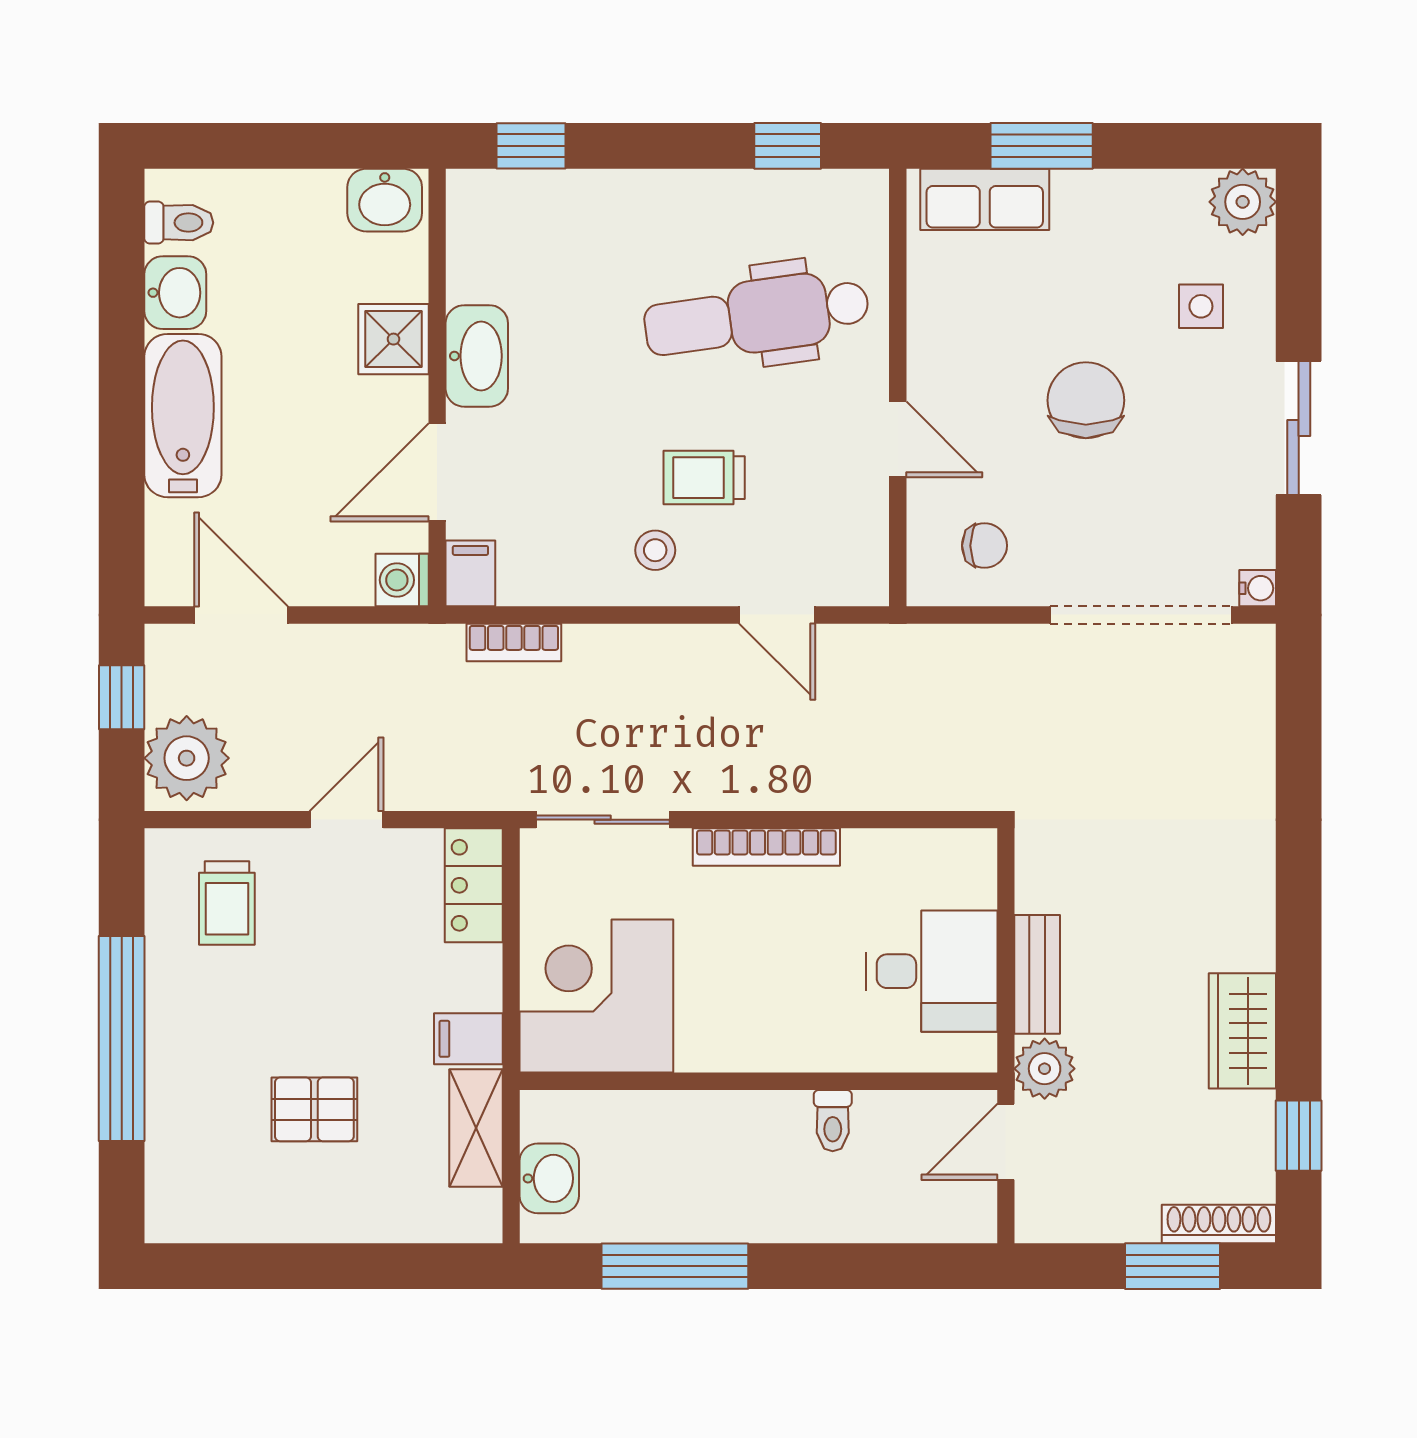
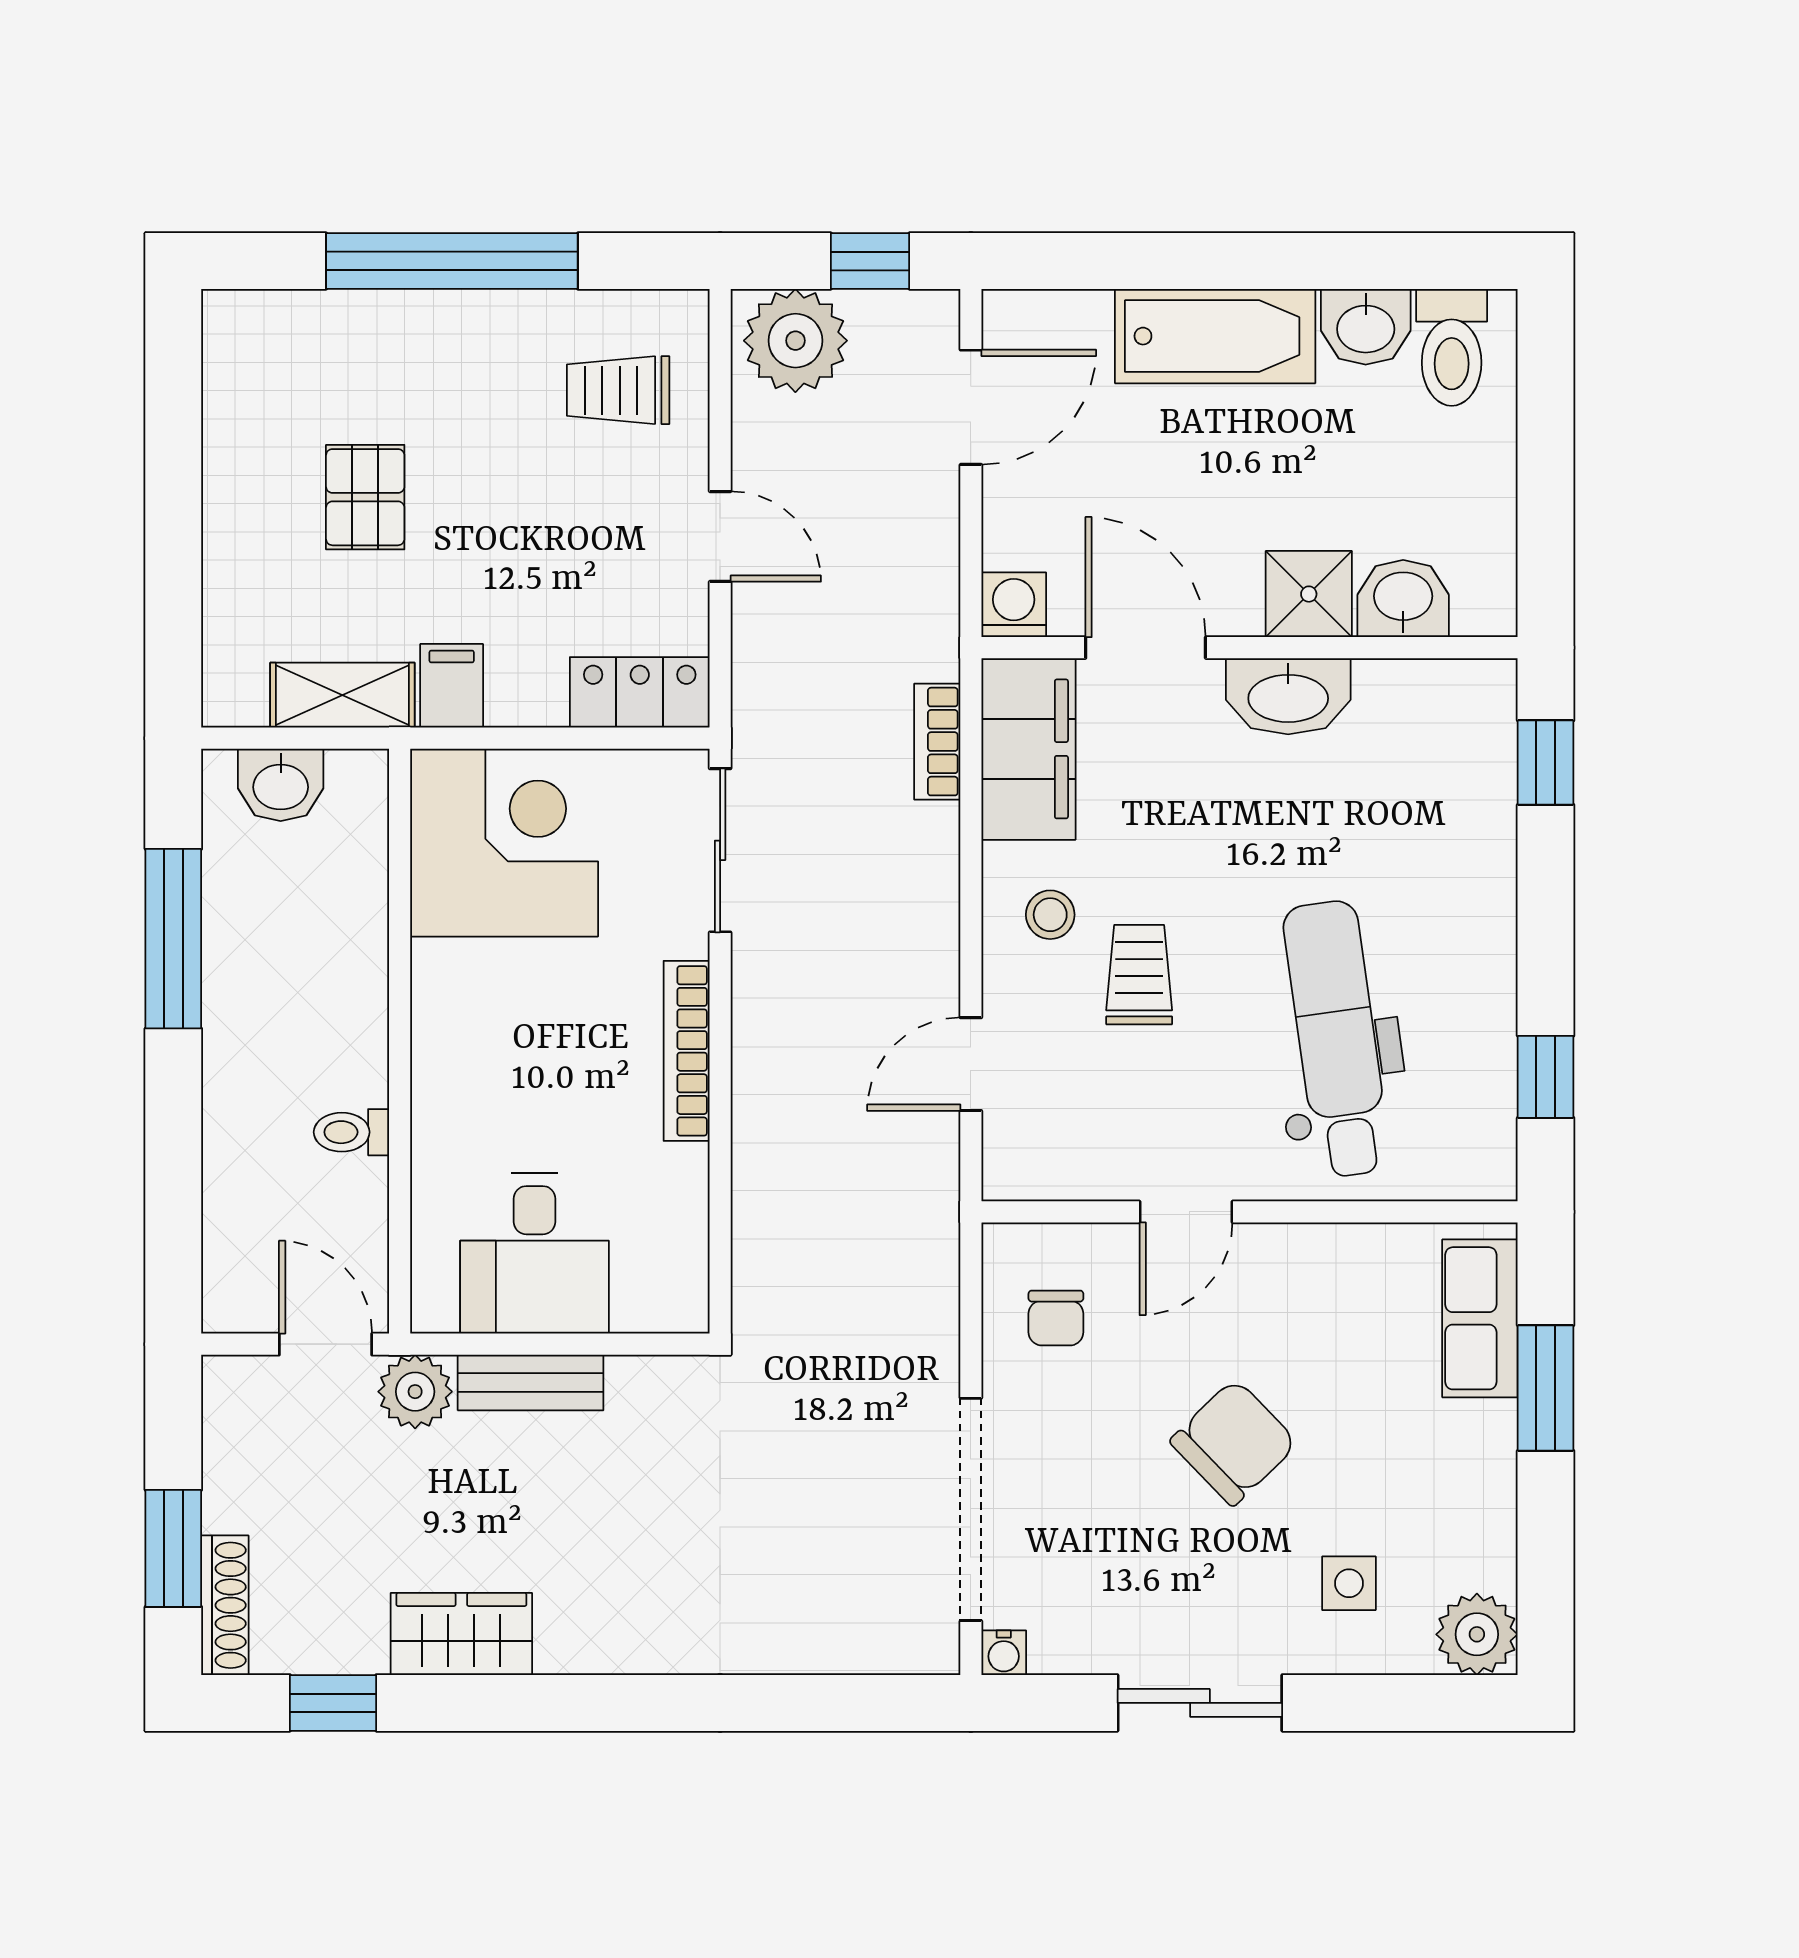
washbasin: (385, 200) -> (1403, 599), moved, turned 90
toilet: (179, 223) -> (1452, 347), width x1.37, depth x1.39
chair: (1086, 400) -> (1234, 1442), turned -44
filing cabinet: (470, 573) -> (1028, 749), width x3.00, depth x1.17

